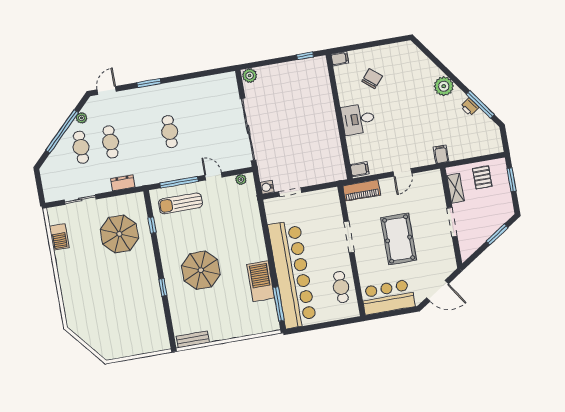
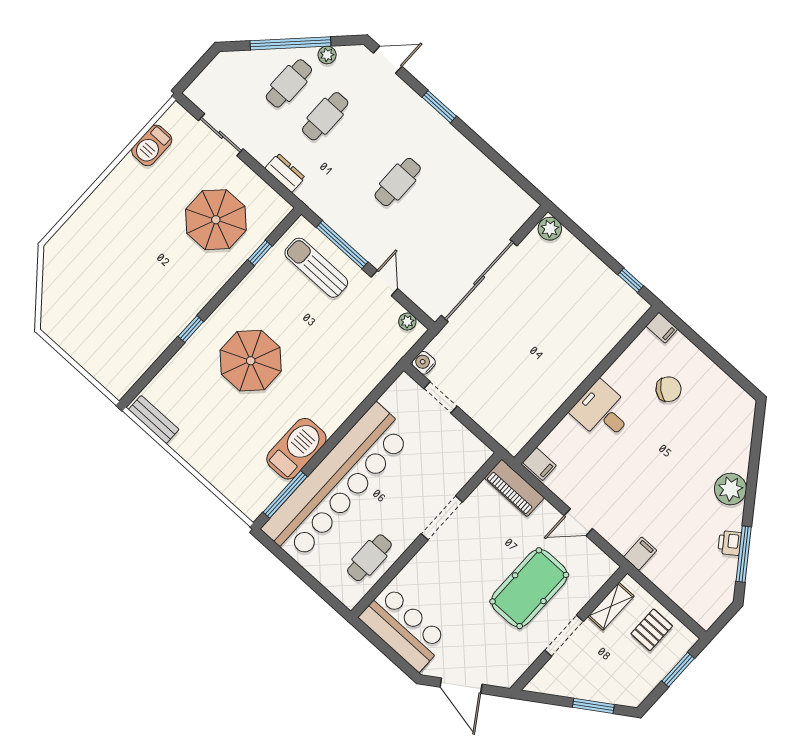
pool table: (399, 239) -> (529, 588), moved

